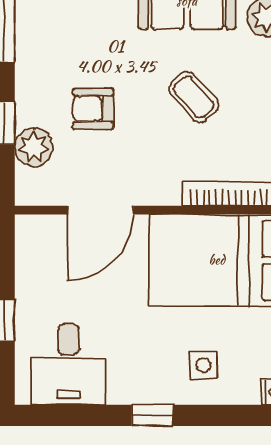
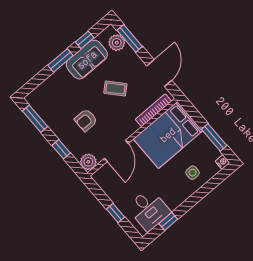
plant: (34, 147) -> (88, 162), moved
window: (152, 415) -> (168, 221), moved

